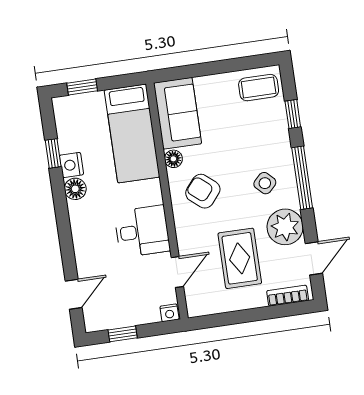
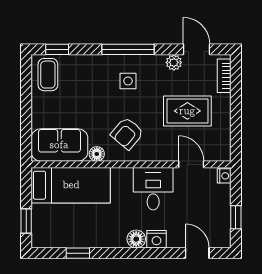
window: (293, 114) -> (57, 49), moved
nightstand: (71, 165) -> (156, 239), moved
side table: (265, 183) -> (128, 81), turned 45
floor lamp: (75, 189) -> (136, 239), moved
plant: (285, 227) -> (174, 62), width x0.53, depth x0.53

